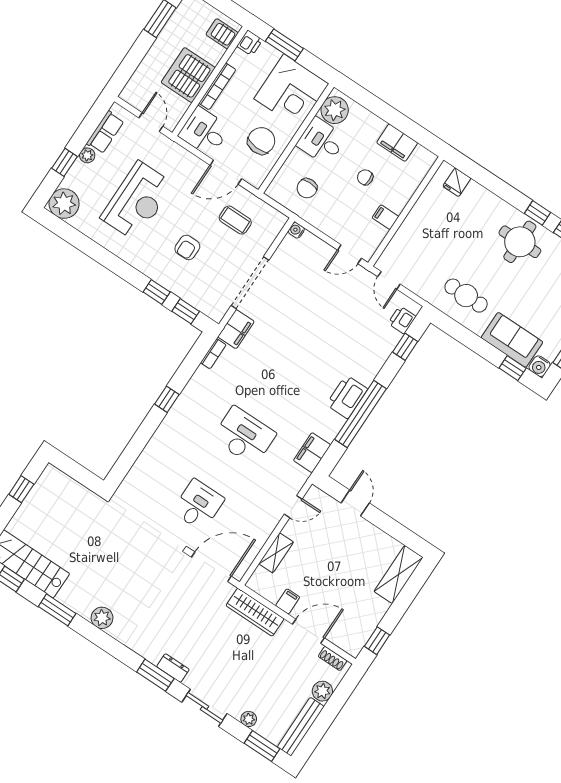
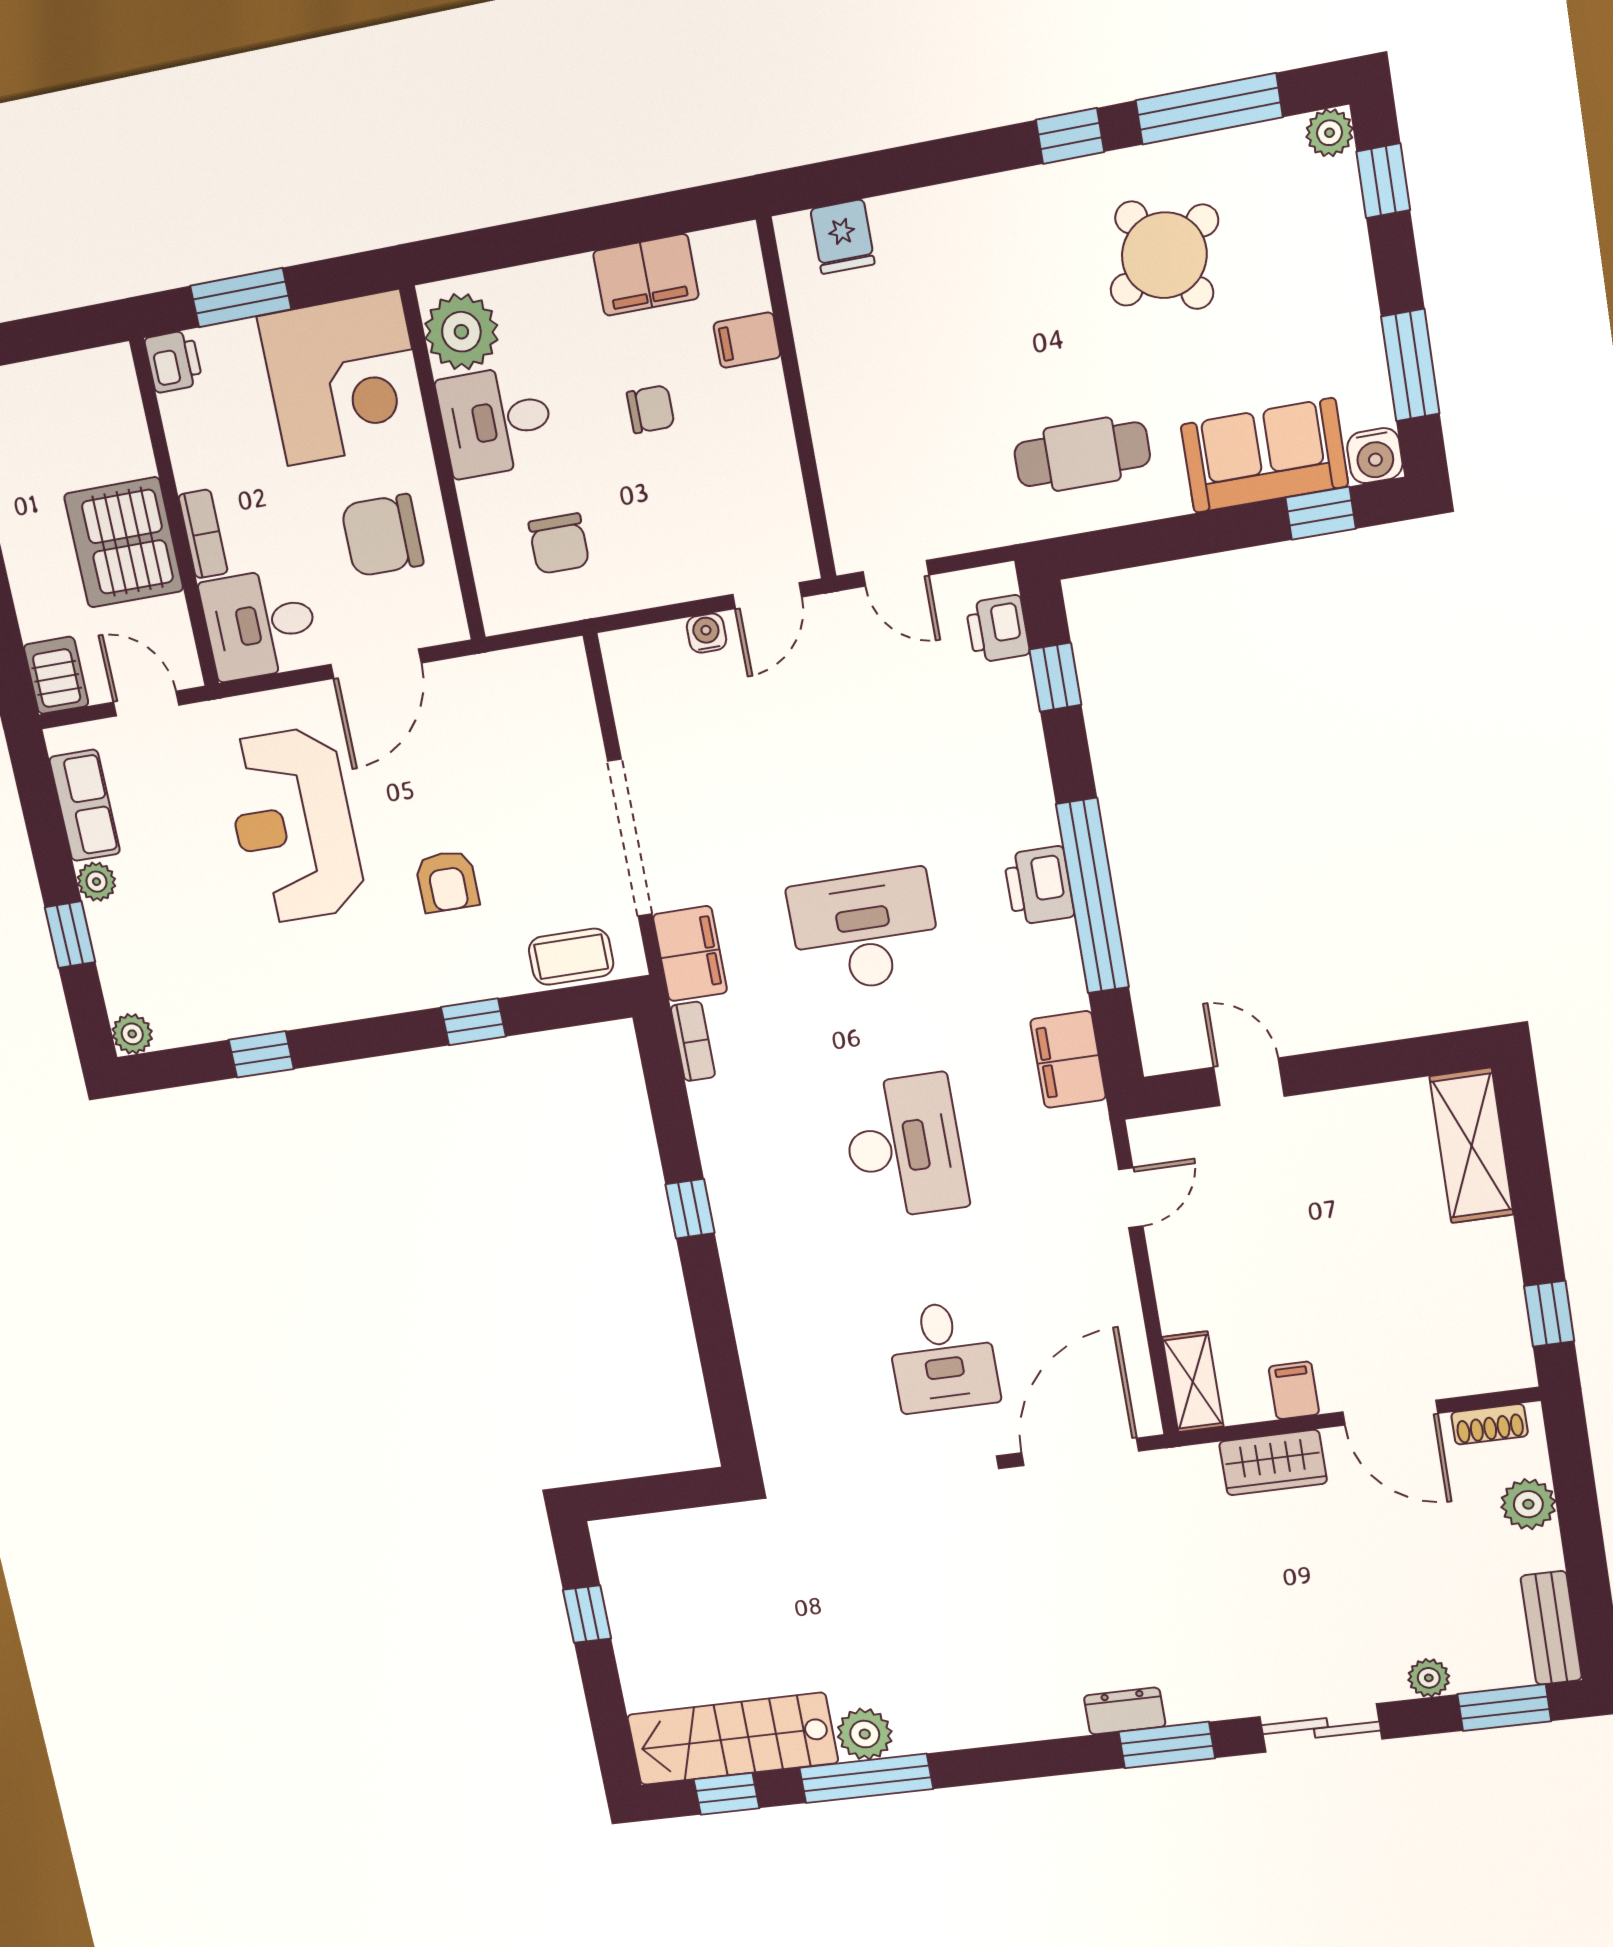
server rack: (222, 34) -> (56, 675), moved, turned 90
bookcase: (217, 86) -> (203, 534), width x0.64
chair: (261, 141) -> (382, 535), turned -94
chair: (365, 177) -> (651, 409), turned 180
reception desk: (137, 201) -> (293, 825), moved, turned 180
plant: (64, 204) -> (132, 1034), width x0.53, depth x0.53
filing cabinet: (385, 217) -> (747, 340), moved
coffee table: (235, 220) -> (571, 957), moved
water cooler: (296, 230) -> (706, 633), moved, turned 90
round table: (520, 242) -> (1164, 255), moved, turned -32
window: (186, 311) -> (261, 1054), moved
desk: (290, 367) -> (865, 931), added
printer: (347, 397) -> (1039, 886), width x0.73, depth x0.84
desk: (244, 436) -> (904, 1147), turned 90
desk: (198, 505) -> (943, 1357), turned 180
shelving: (276, 553) -> (1193, 1382), moved
window: (57, 610) -> (866, 1778), width x1.44
wardrobe: (255, 612) -> (1273, 1463), width x0.67
plant: (102, 618) -> (865, 1734), moved
door: (308, 631) -> (1390, 1413), swing flipped
dresser: (173, 668) -> (1125, 1711), moved
bench: (301, 727) -> (1551, 1628), width x0.73

